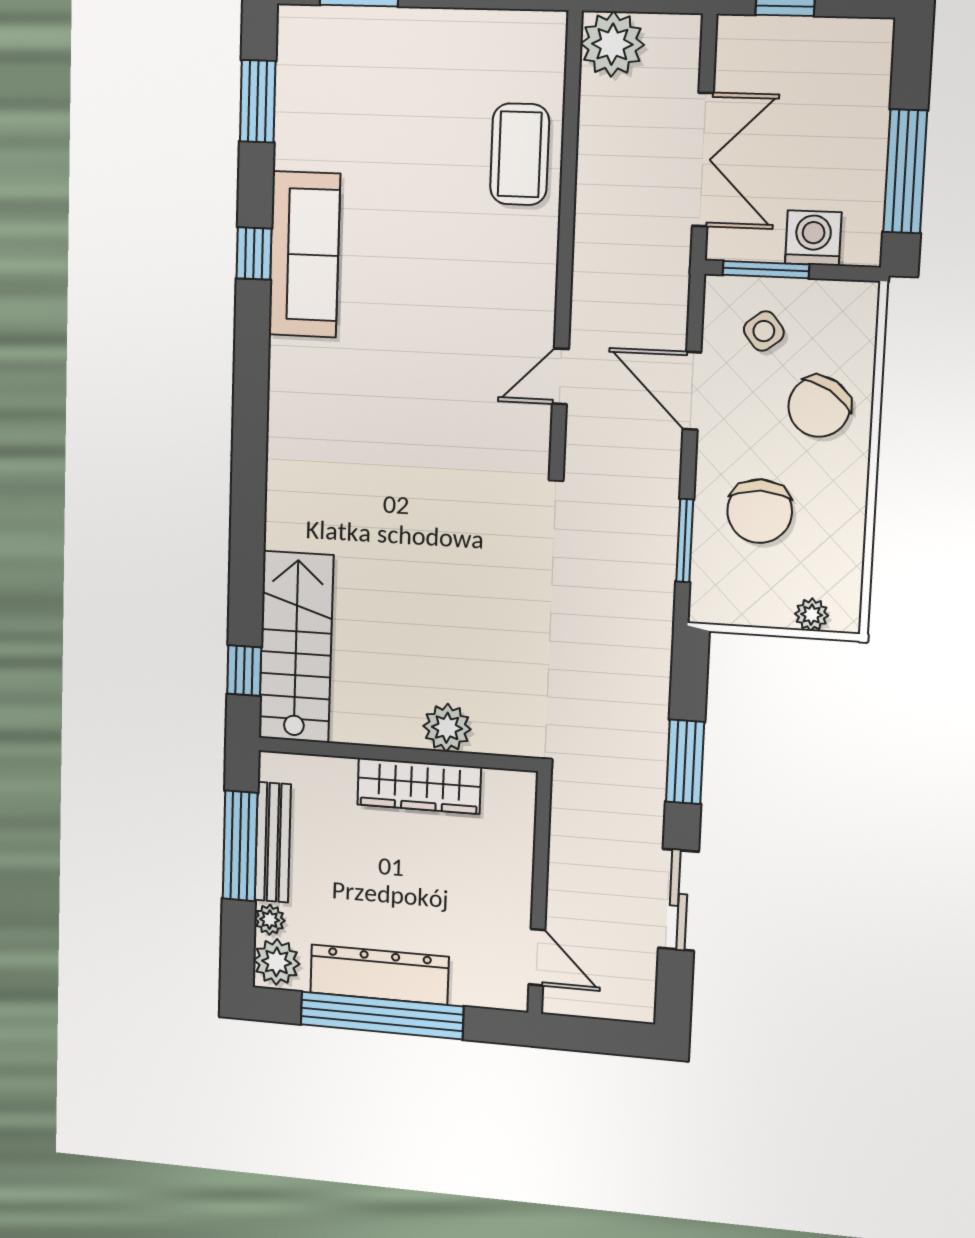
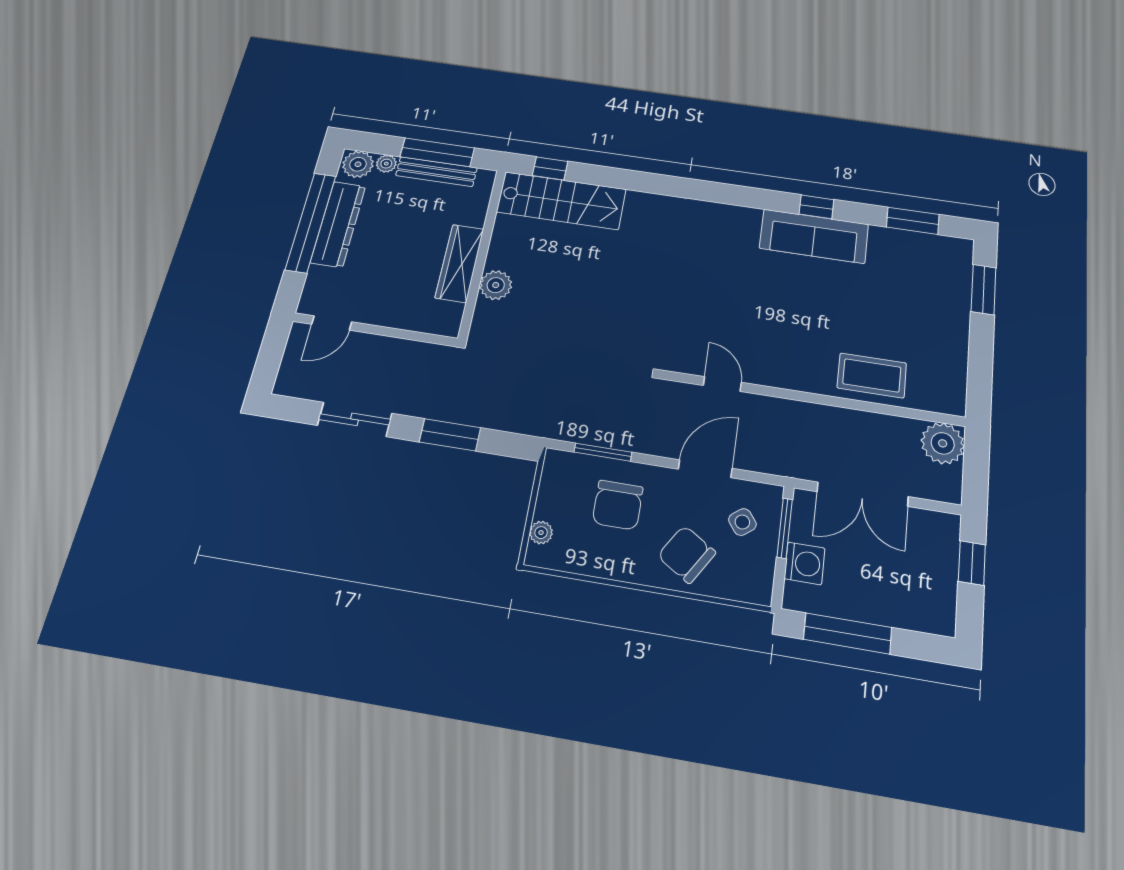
chair: (760, 511) -> (618, 505), turned -90

